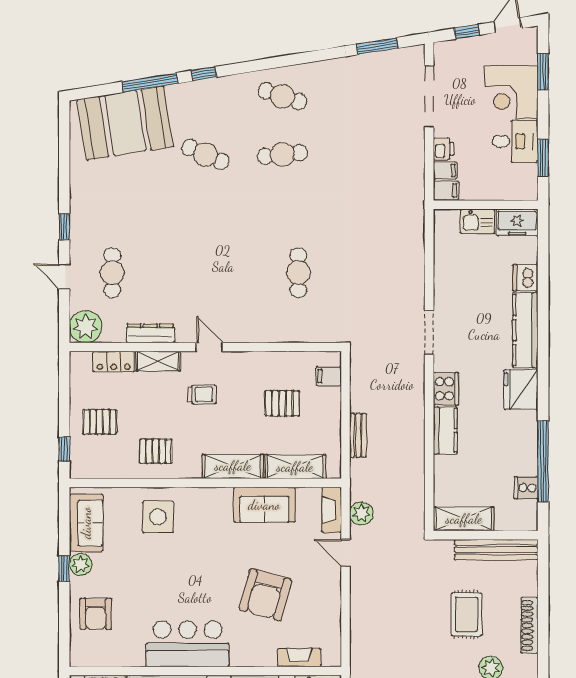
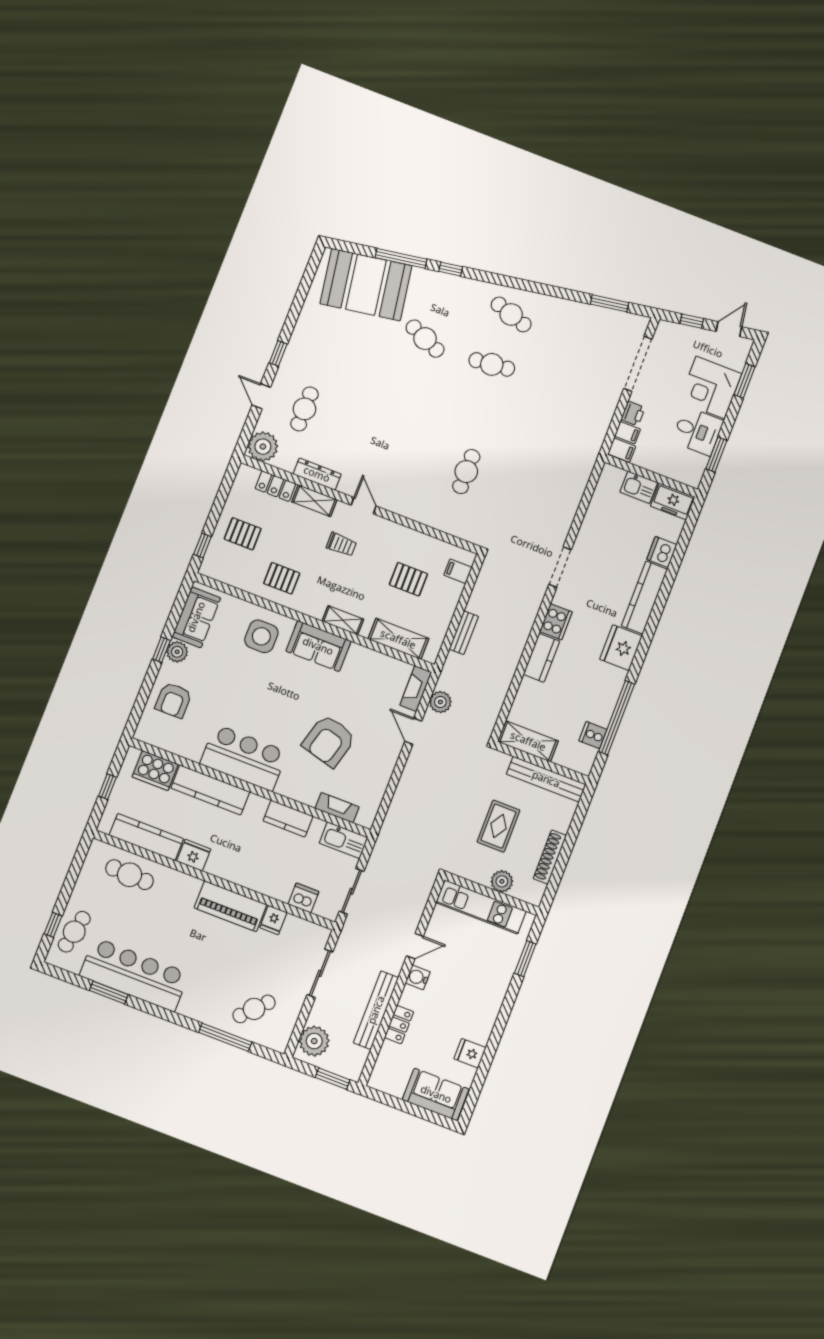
shelving: (233, 466) -> (343, 620), width x0.67, depth x0.75
sofa: (264, 505) -> (318, 646), moved

